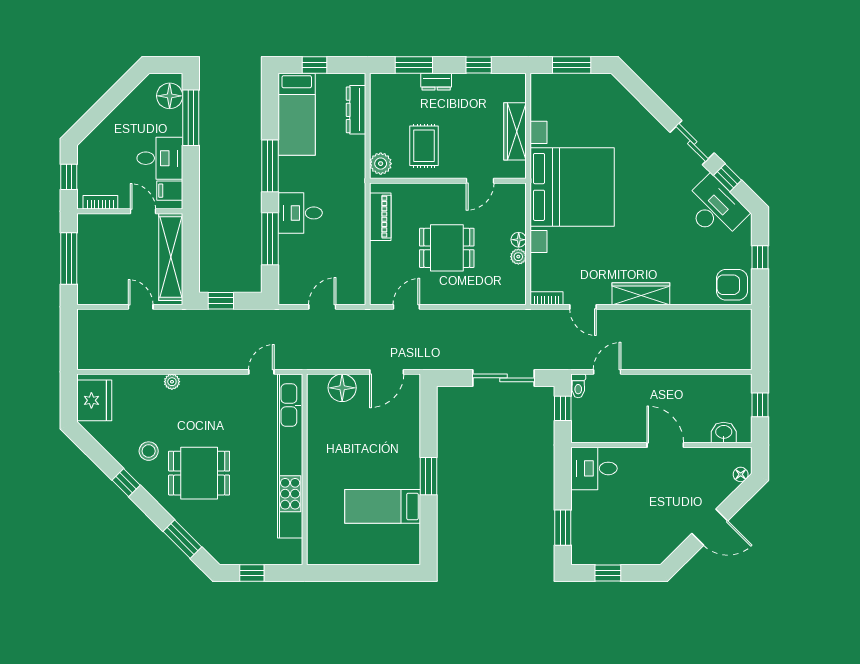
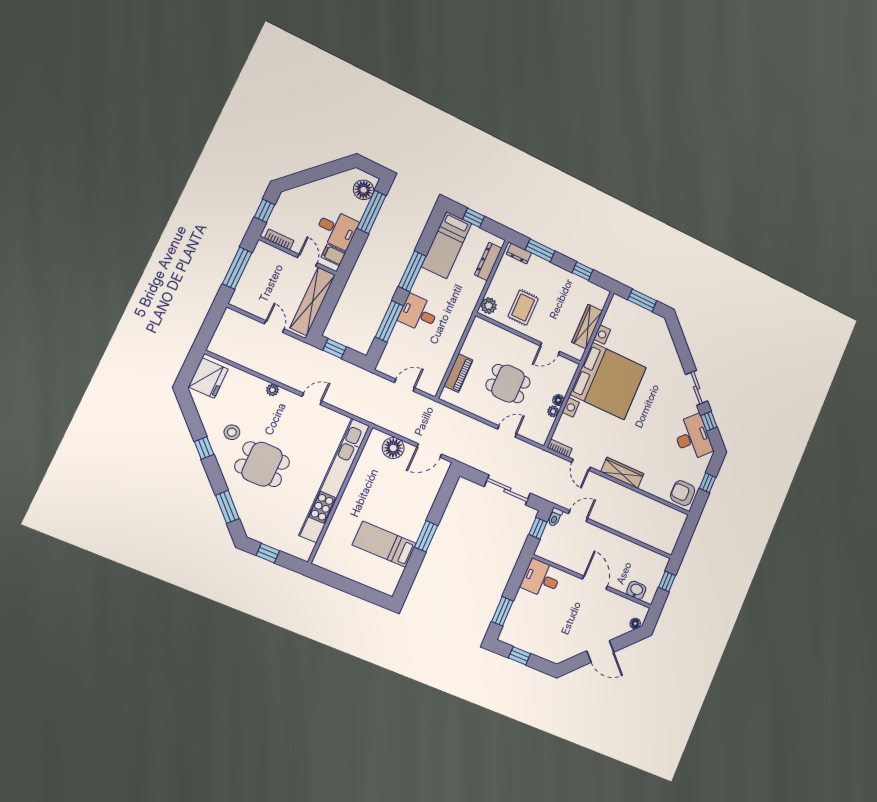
dresser: (436, 82) -> (519, 254), moved
piano: (380, 217) -> (458, 373), moved
door: (406, 307) -> (507, 431), moved
door: (261, 372) -> (312, 399), moved

